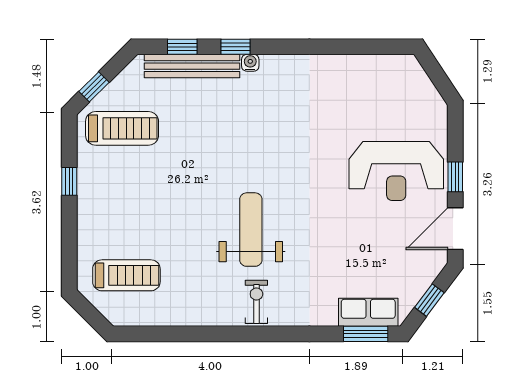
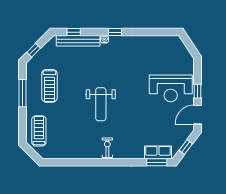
window: (235, 47) -> (115, 32), moved
treadmill: (122, 128) -> (49, 86), moved, turned 90
window: (69, 181) -> (22, 93), width x2.17
weight bench: (251, 230) -> (101, 104), moved, turned 180
treadmill: (126, 275) -> (39, 131), moved, turned -90

